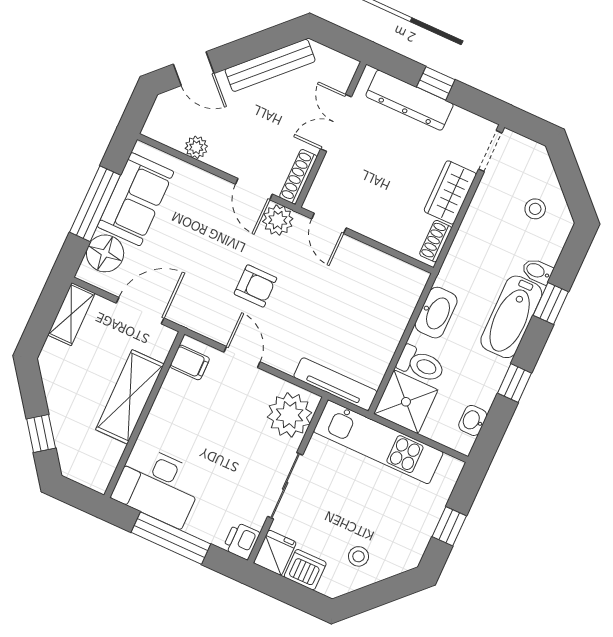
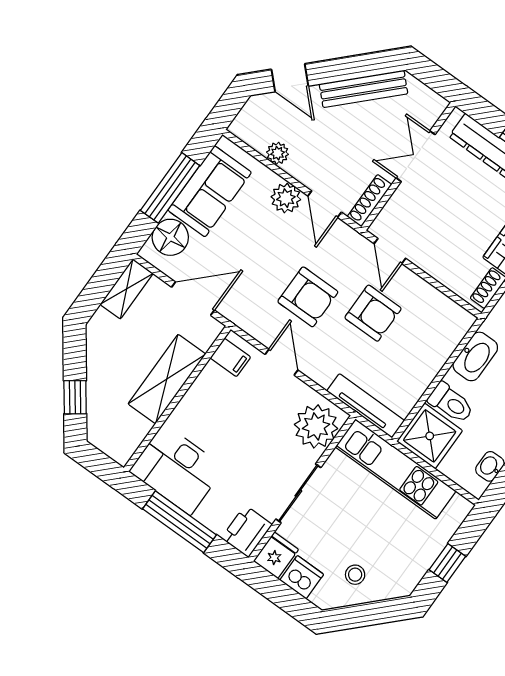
plant: (278, 220) -> (286, 198), moved
armchair: (255, 286) -> (308, 297), width x1.38, depth x1.38
armchair: (324, 289) -> (373, 313), added
printer: (241, 541) -> (247, 531), width x1.36, depth x1.24

